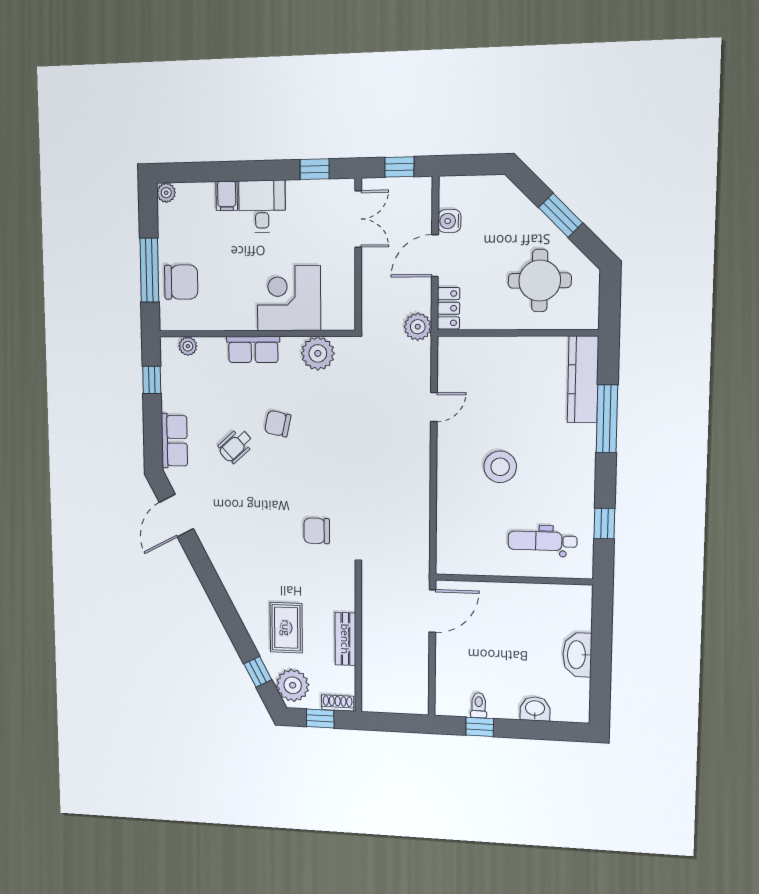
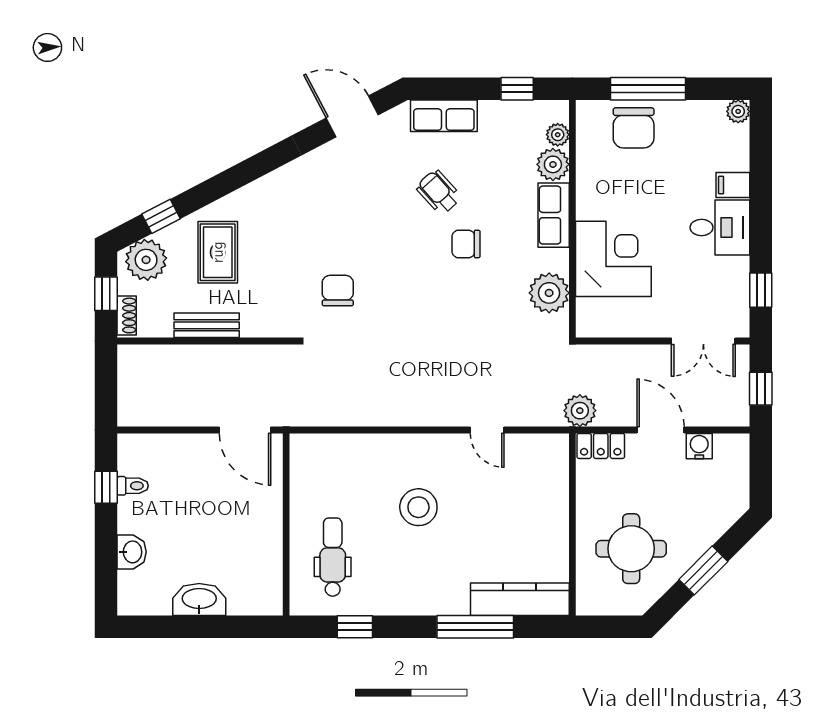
plant: (212, 350) -> (553, 164), added
chair: (278, 424) -> (466, 244), turned -102
rug: (286, 628) -> (218, 252), turned 90

